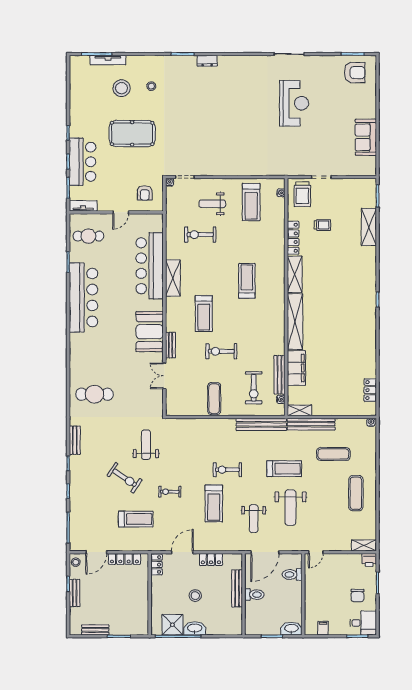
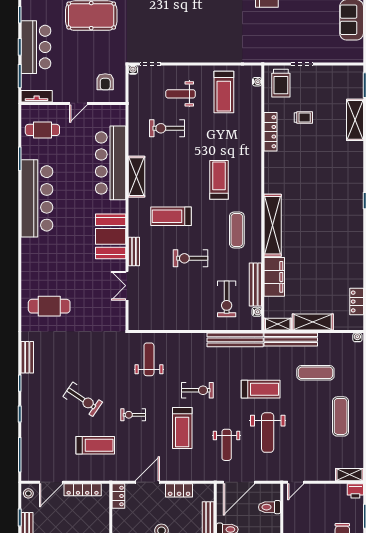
shelving: (295, 274) -> (313, 322), moved, turned 90
treadmill: (204, 314) -> (171, 216), turned 90
exercise mat: (214, 399) -> (237, 230), moved
weight bench: (146, 445) -> (149, 359), moved
exercise bike: (227, 470) -> (197, 390), turned 180

